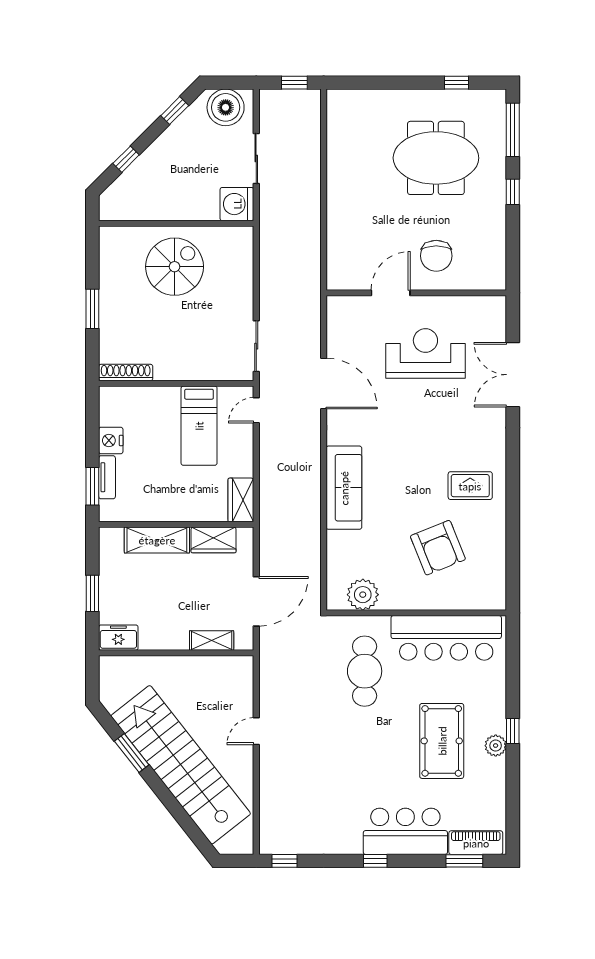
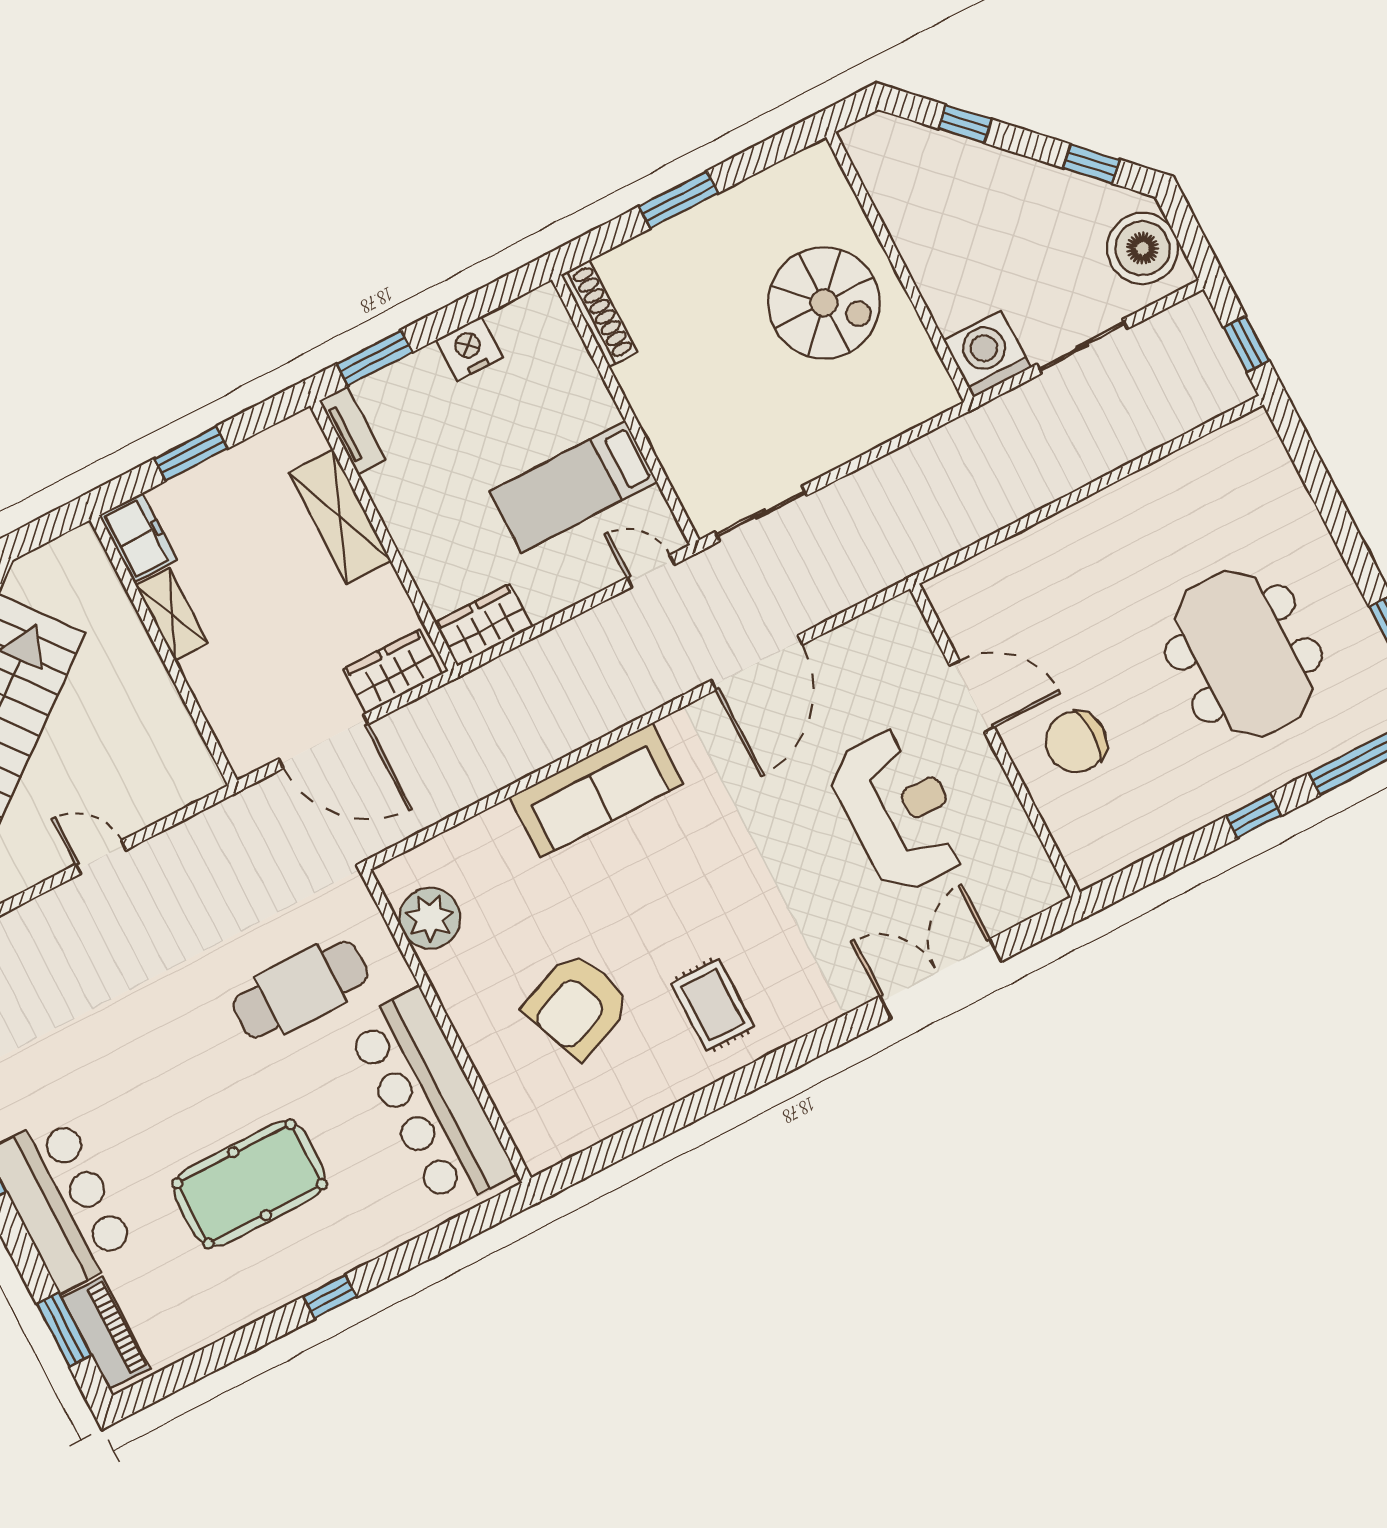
tv unit: (107, 477) -> (352, 430), moved, turned -90
wardrobe: (214, 540) -> (393, 672), moved, turned 90
shelving: (212, 640) -> (172, 614), moved
plant: (496, 746) -> (290, 1280), removed

